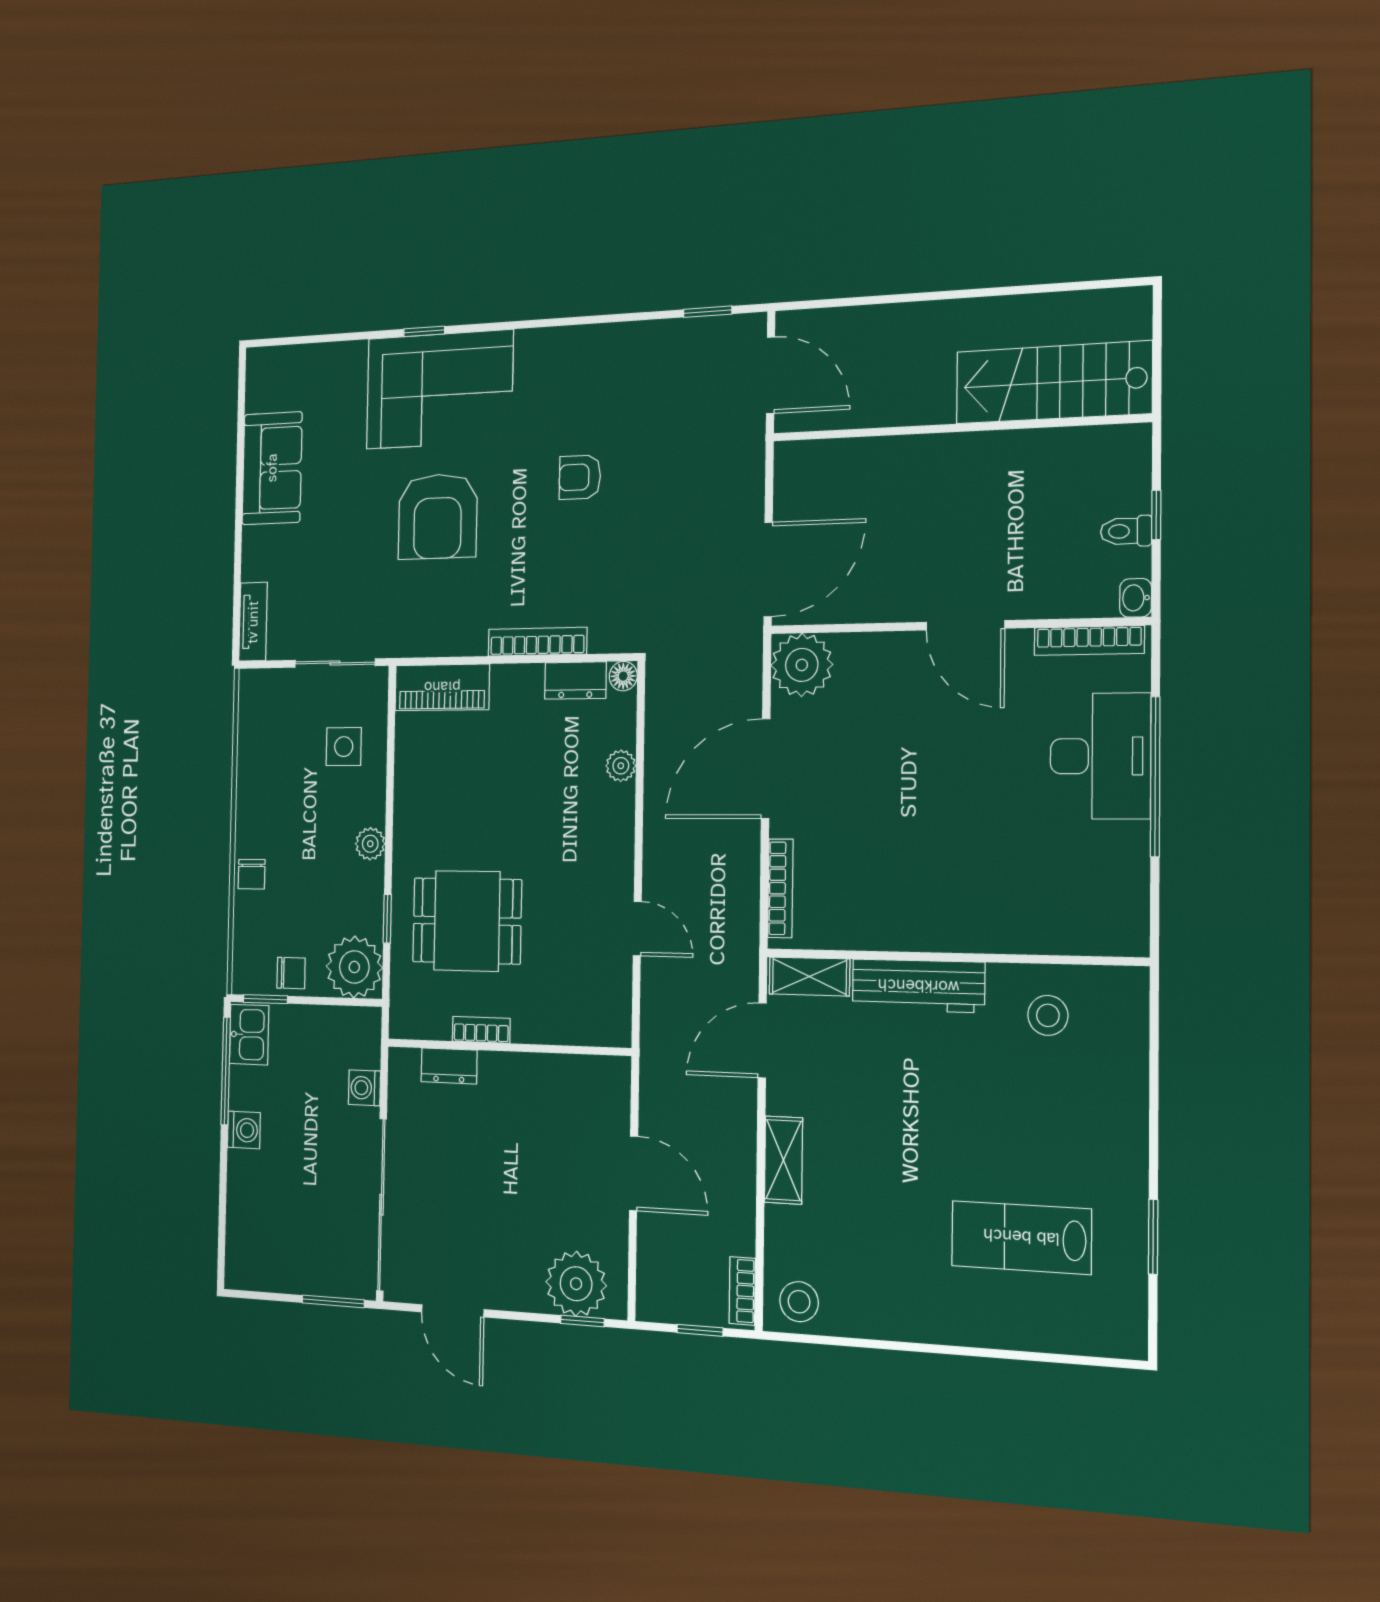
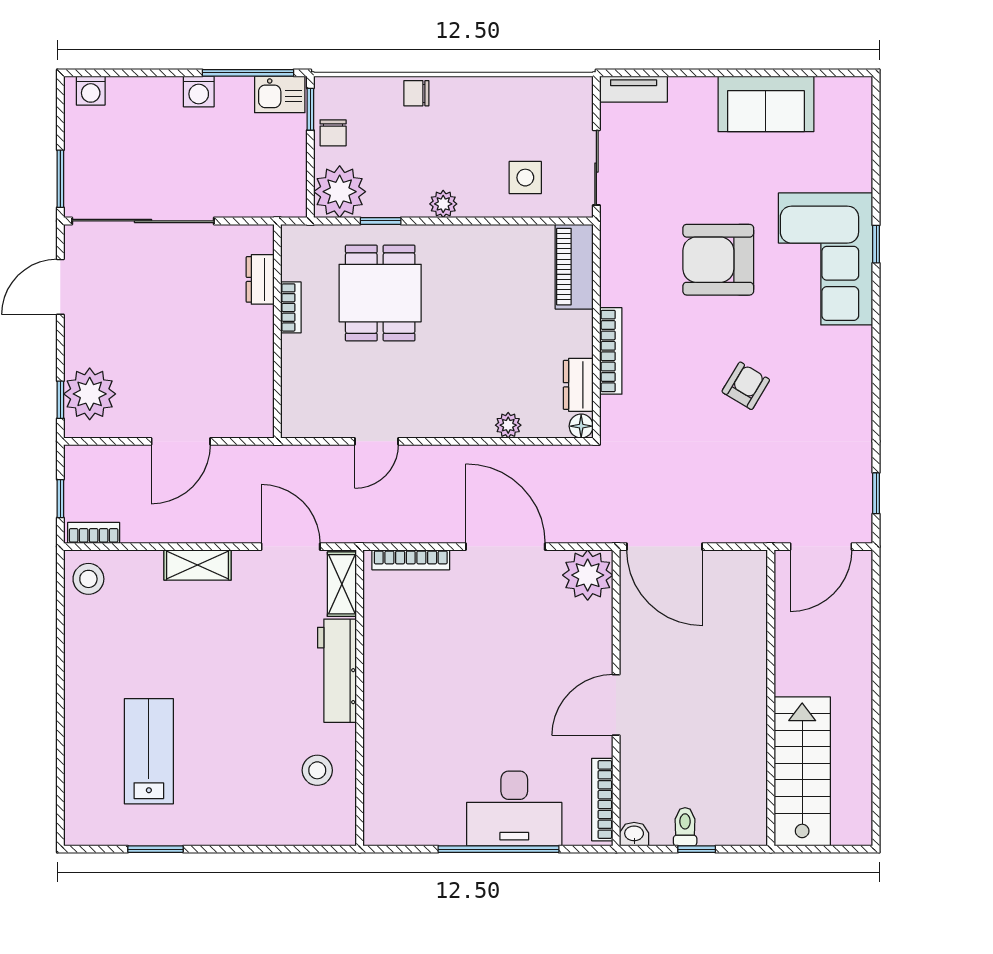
armchair: (580, 477) -> (746, 386), turned 31
washing machine: (364, 1088) -> (91, 91), moved, turned 180

